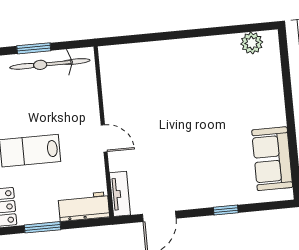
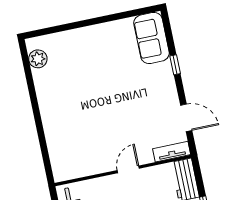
sofa: (272, 159) -> (152, 38), moved, turned 90

